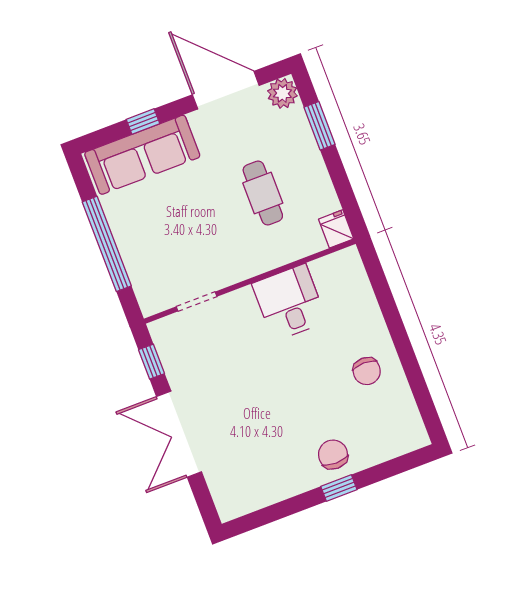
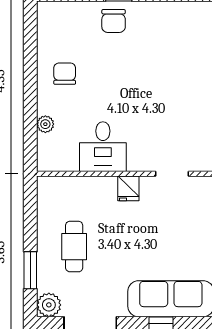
cafe table: (263, 193) -> (74, 247), moved
fridge: (336, 229) -> (128, 188), moved
plant: (367, 303) -> (45, 124), added

